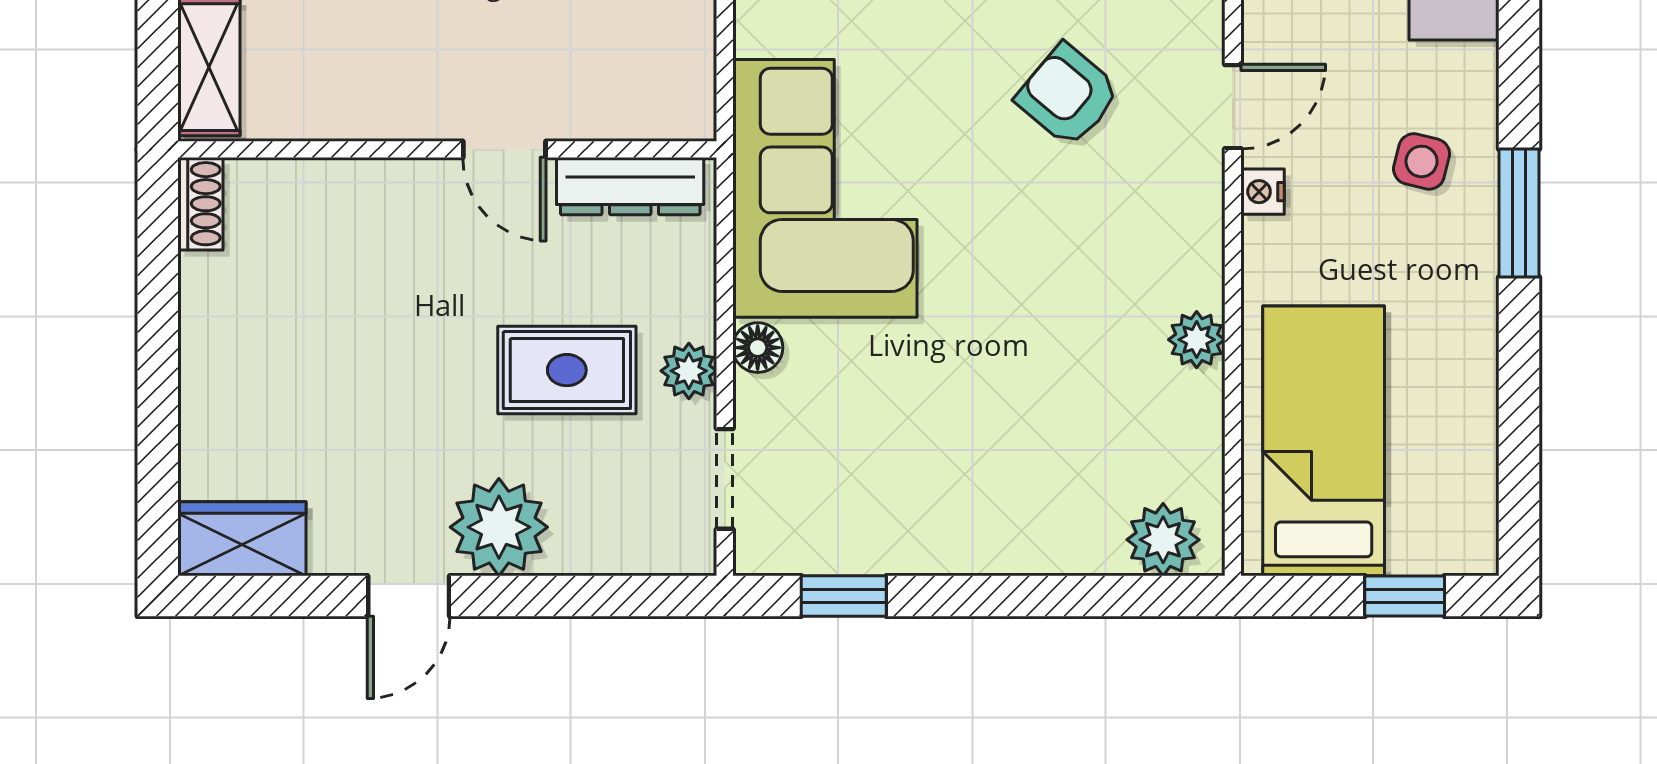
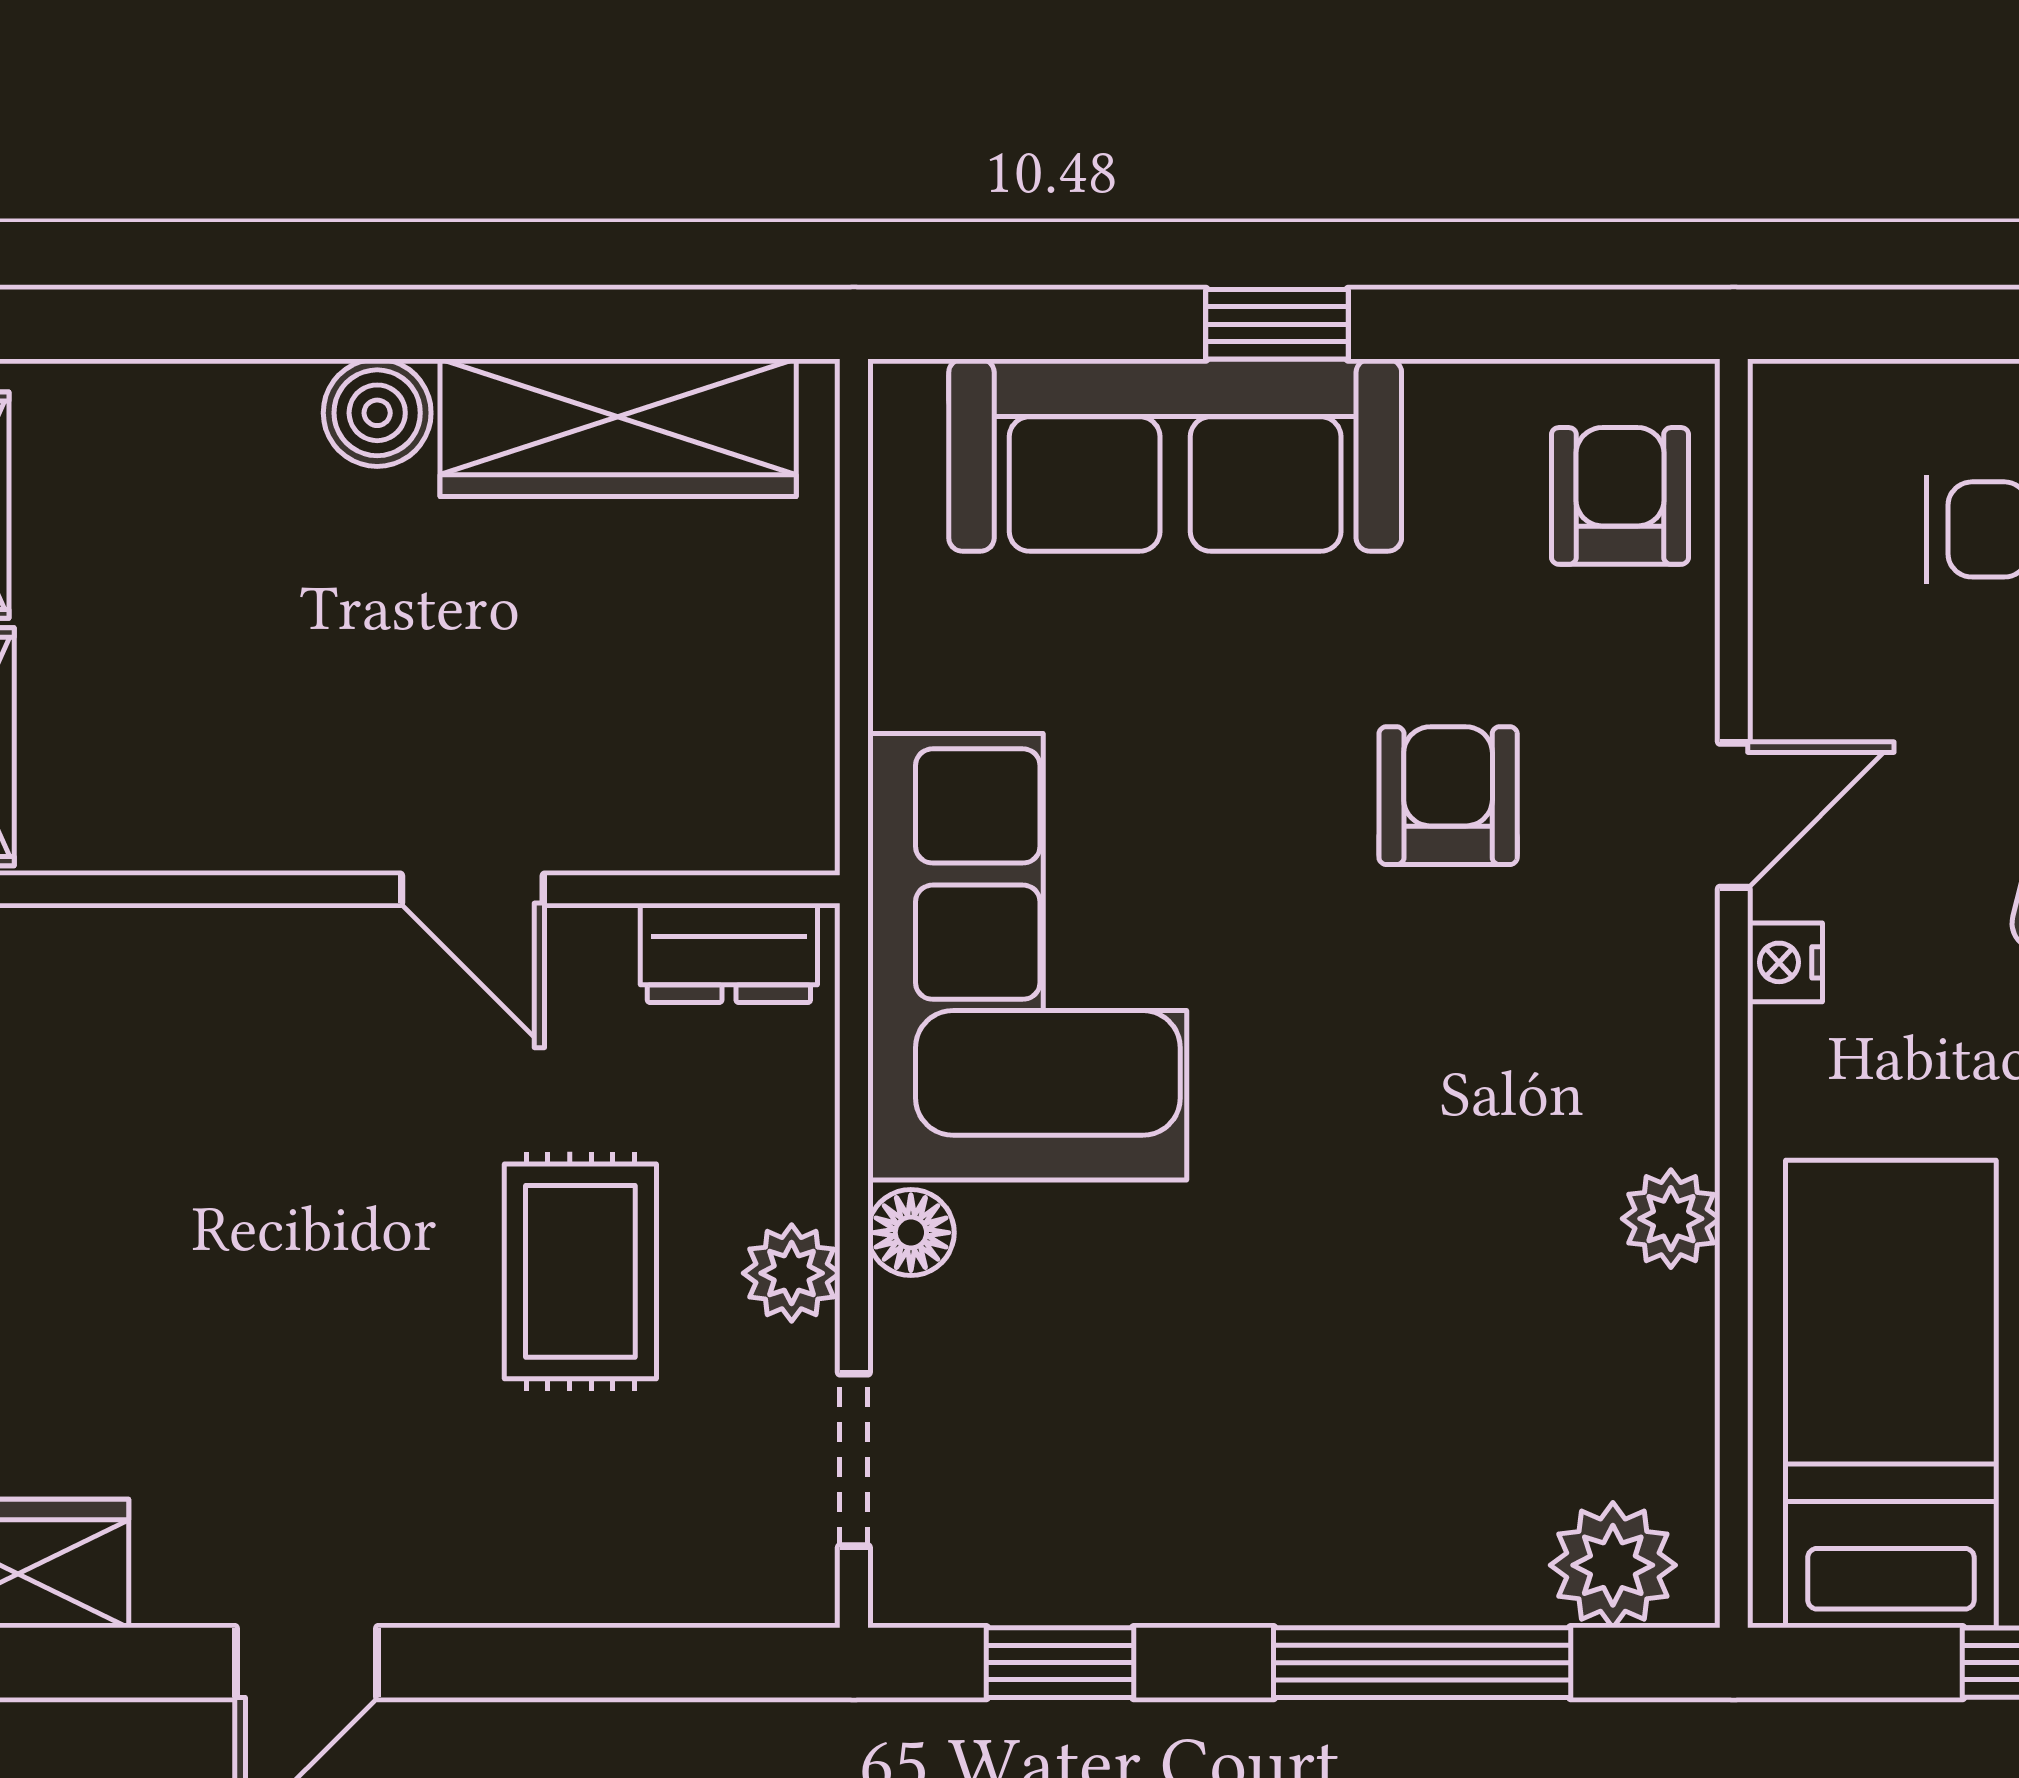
armchair: (1068, 95) -> (1448, 796), turned 50
dresser: (630, 186) -> (729, 953), width x0.70
rug: (567, 370) -> (580, 1271), turned 90
plant: (499, 527) -> (463, 1543), removed
window: (1053, 596) -> (1422, 1663), added

